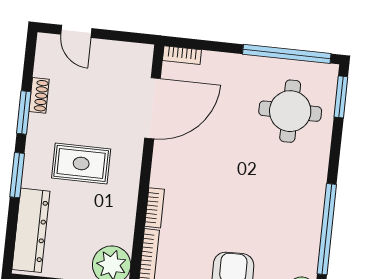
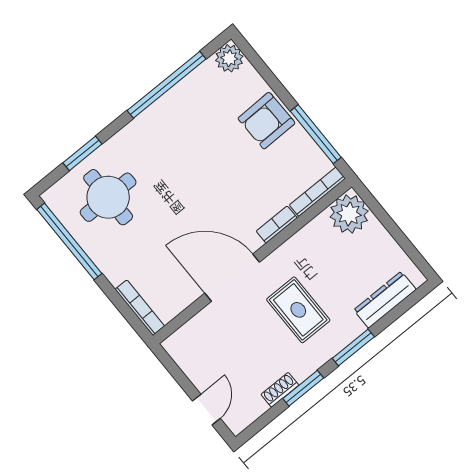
bookcase: (182, 55) -> (140, 308), width x1.56
window: (341, 97) -> (82, 153), moved
door: (152, 108) -> (232, 278), moved
dresser: (31, 230) -> (385, 300), width x0.73, depth x0.80

